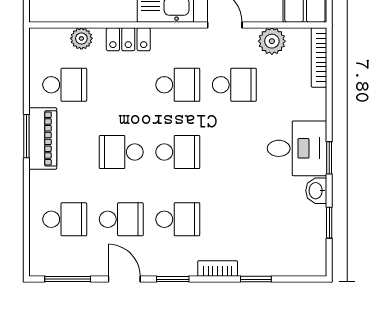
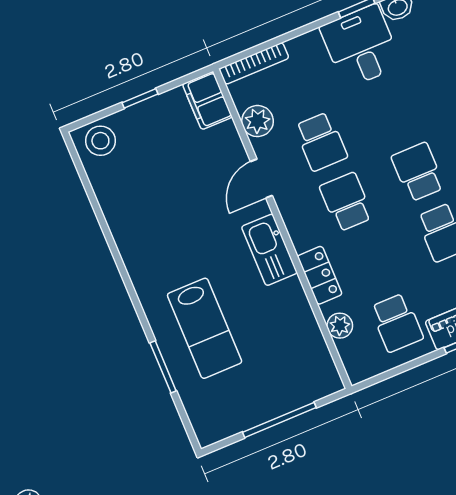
school desk: (65, 85) -> (397, 323), turned 180
school desk: (234, 85) -> (321, 142), turned 180

